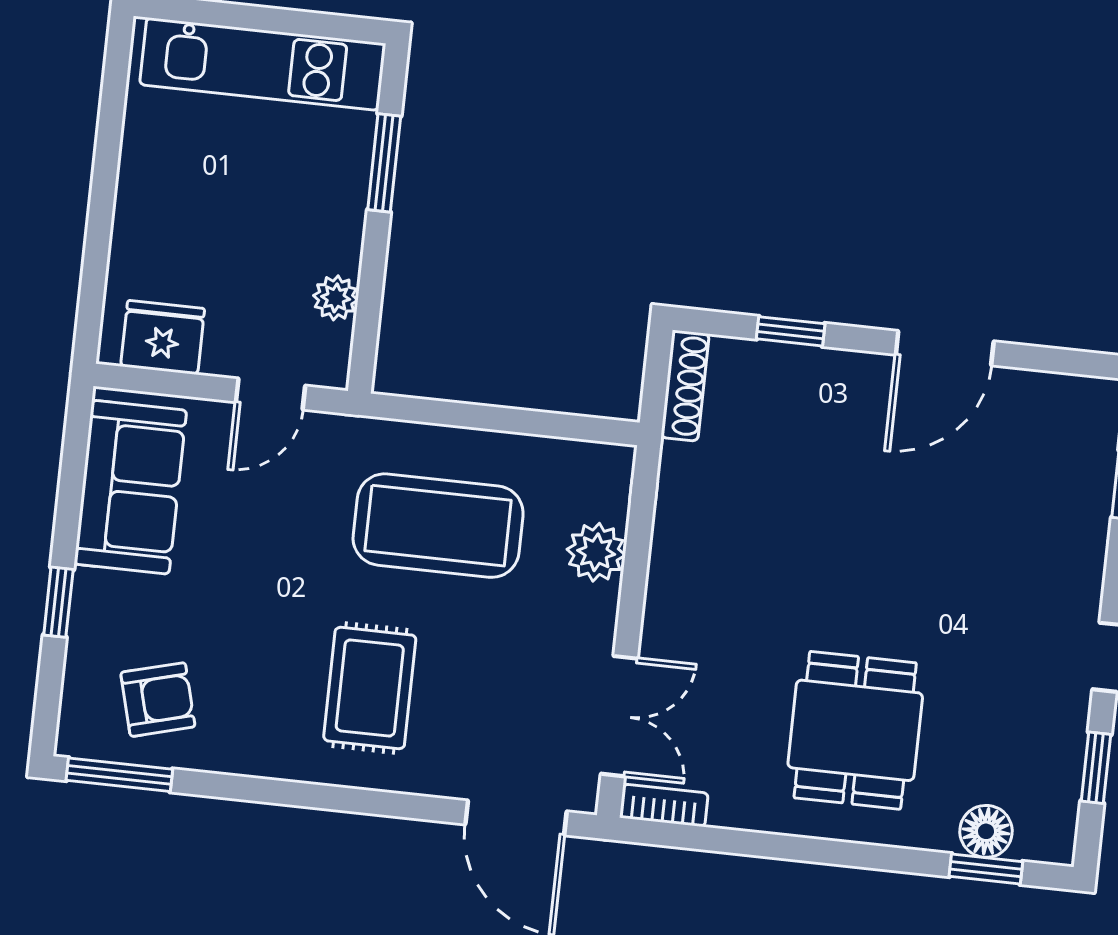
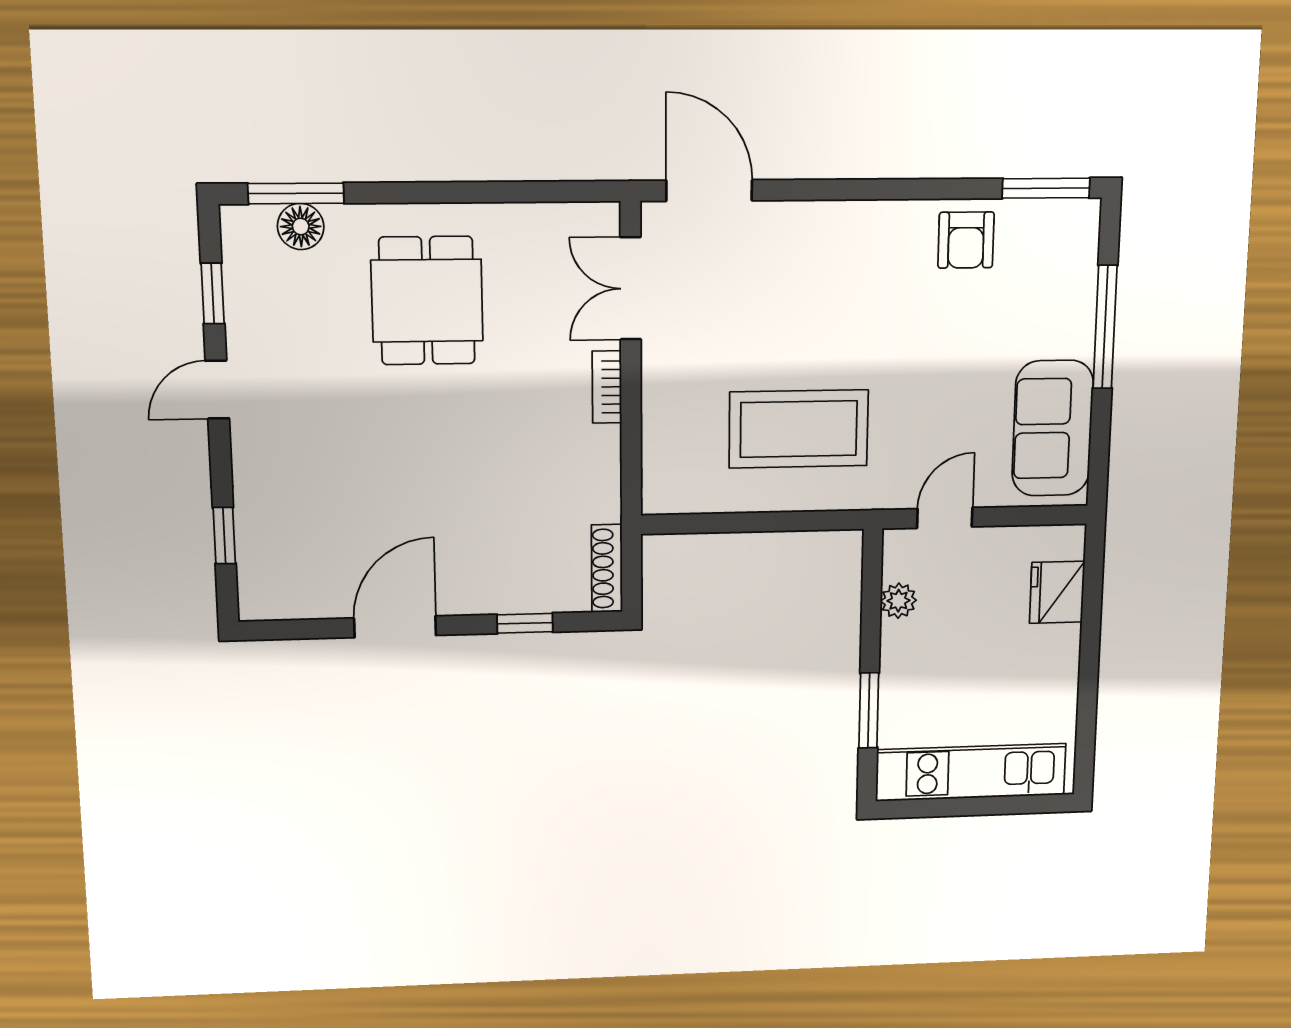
fridge: (163, 337) -> (1057, 592), moved, turned 90
plant: (596, 552) -> (665, 423), removed
window: (58, 602) -> (1105, 327), width x2.17
rug: (370, 688) -> (843, 287), removed
armchair: (158, 700) -> (966, 240), moved, turned -75
bookcase: (664, 805) -> (607, 387), moved, turned 90
window: (986, 869) -> (296, 193), width x1.50

